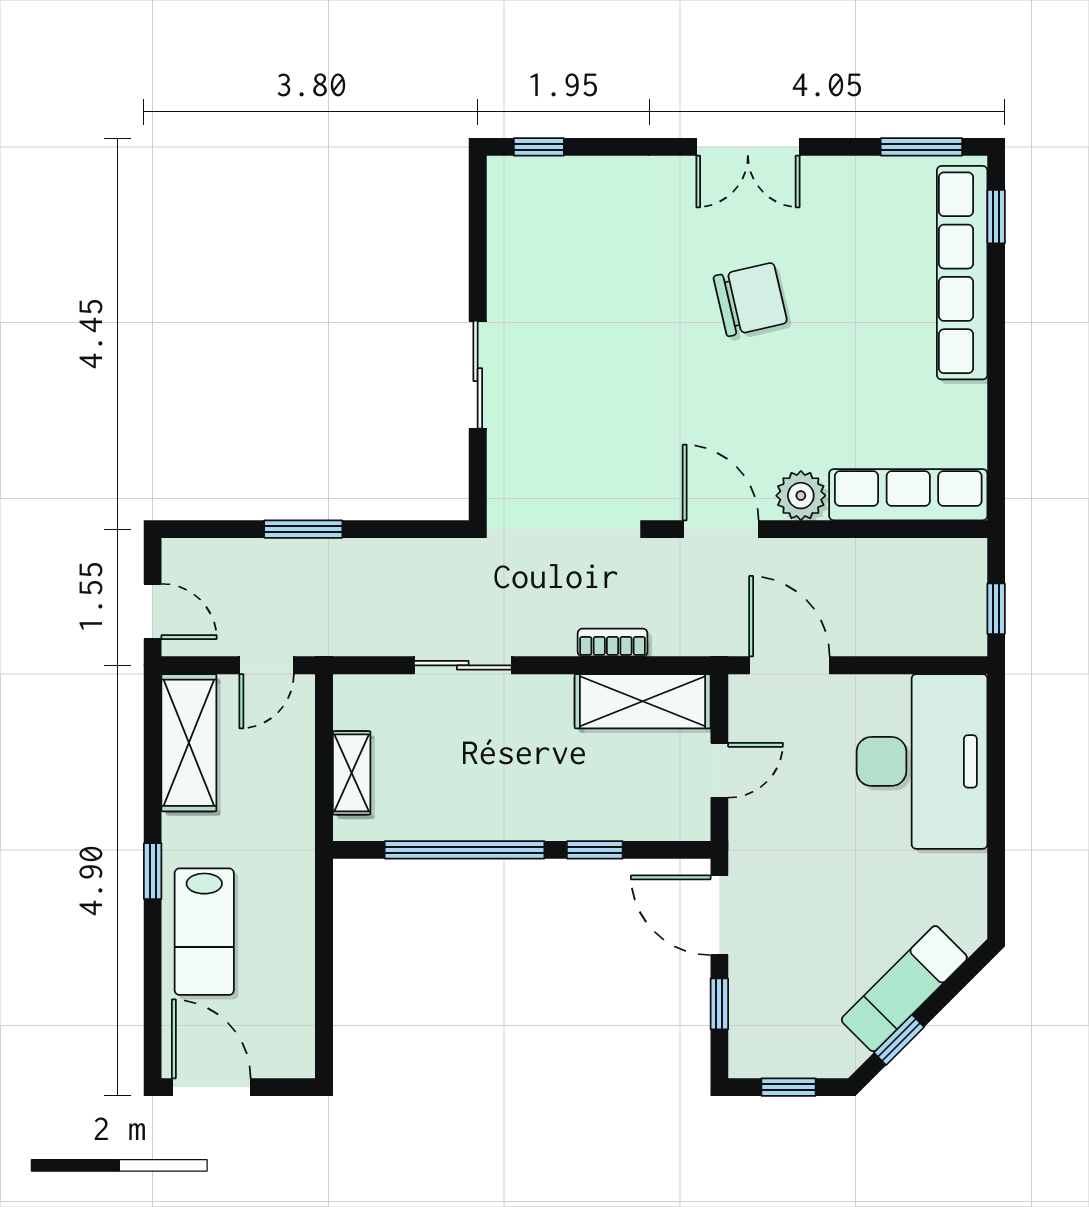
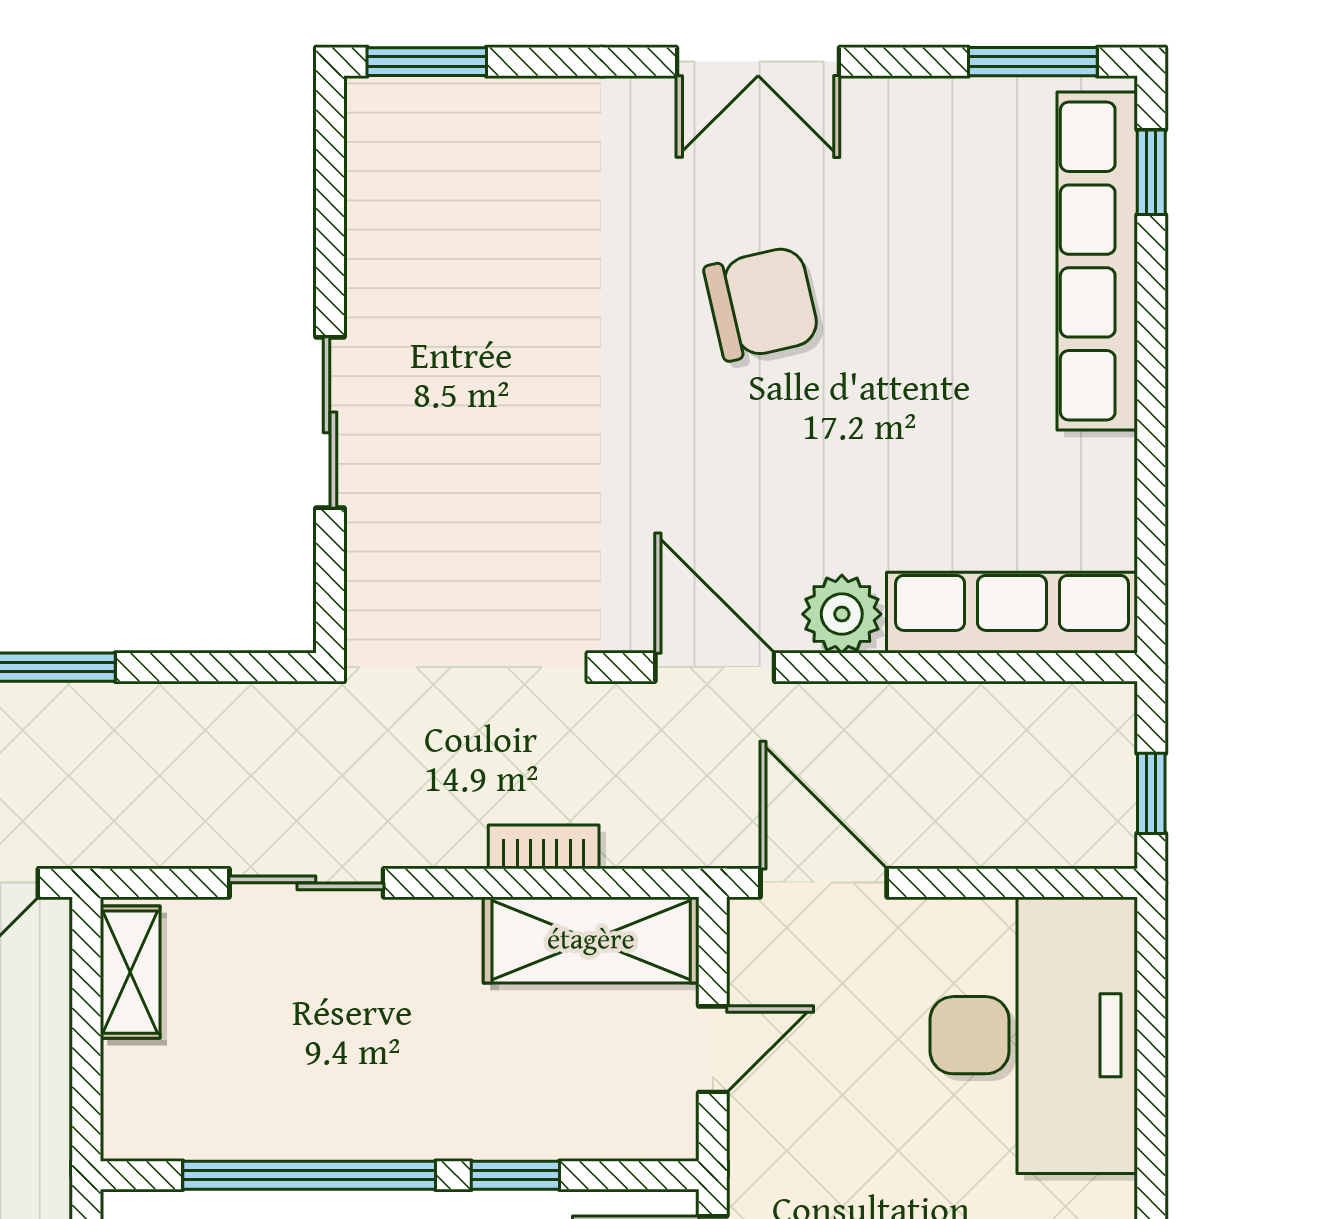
window: (539, 147) -> (427, 62), width x1.50
shelving: (352, 773) -> (130, 972), moved

